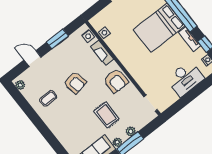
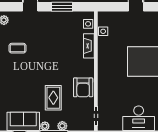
armchair: (116, 81) -> (83, 87), moved
armchair: (75, 83) -> (49, 52), removed

